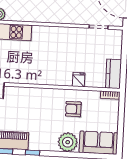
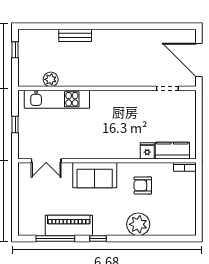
kitchen counter: (114, 74) -> (172, 151), moved, turned 90
sofa: (99, 143) -> (95, 175), moved, turned 180

